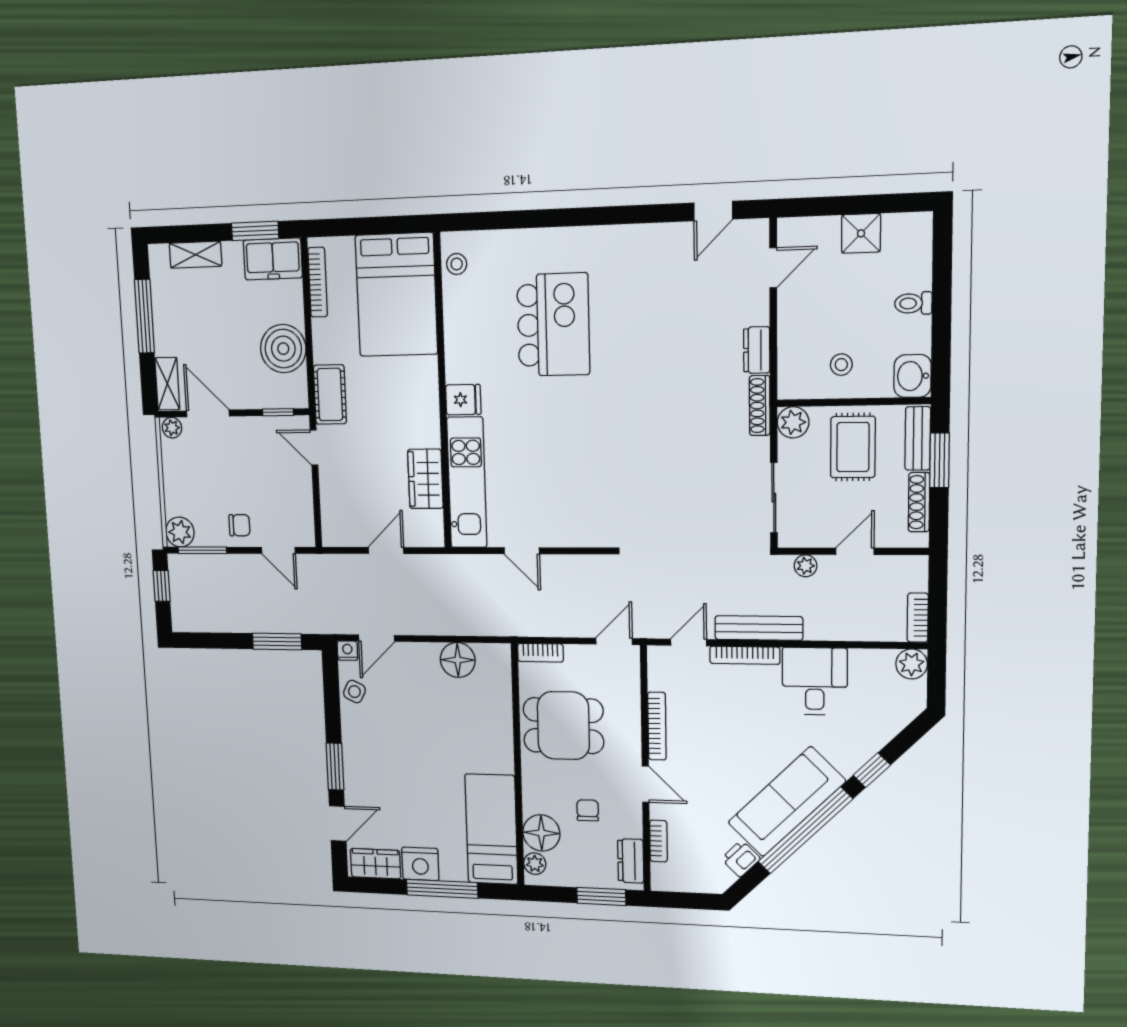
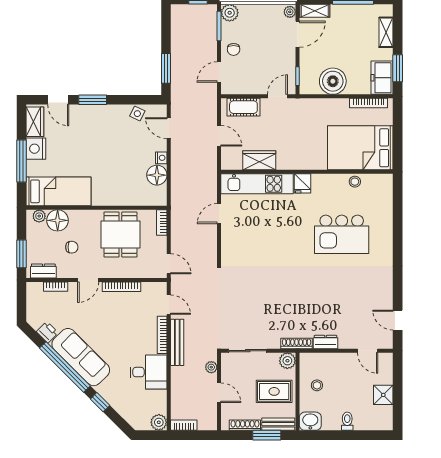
stool: (457, 264) -> (355, 182), moved
cot: (330, 394) -> (243, 107), moved
nightstand: (347, 651) -> (161, 158), moved

